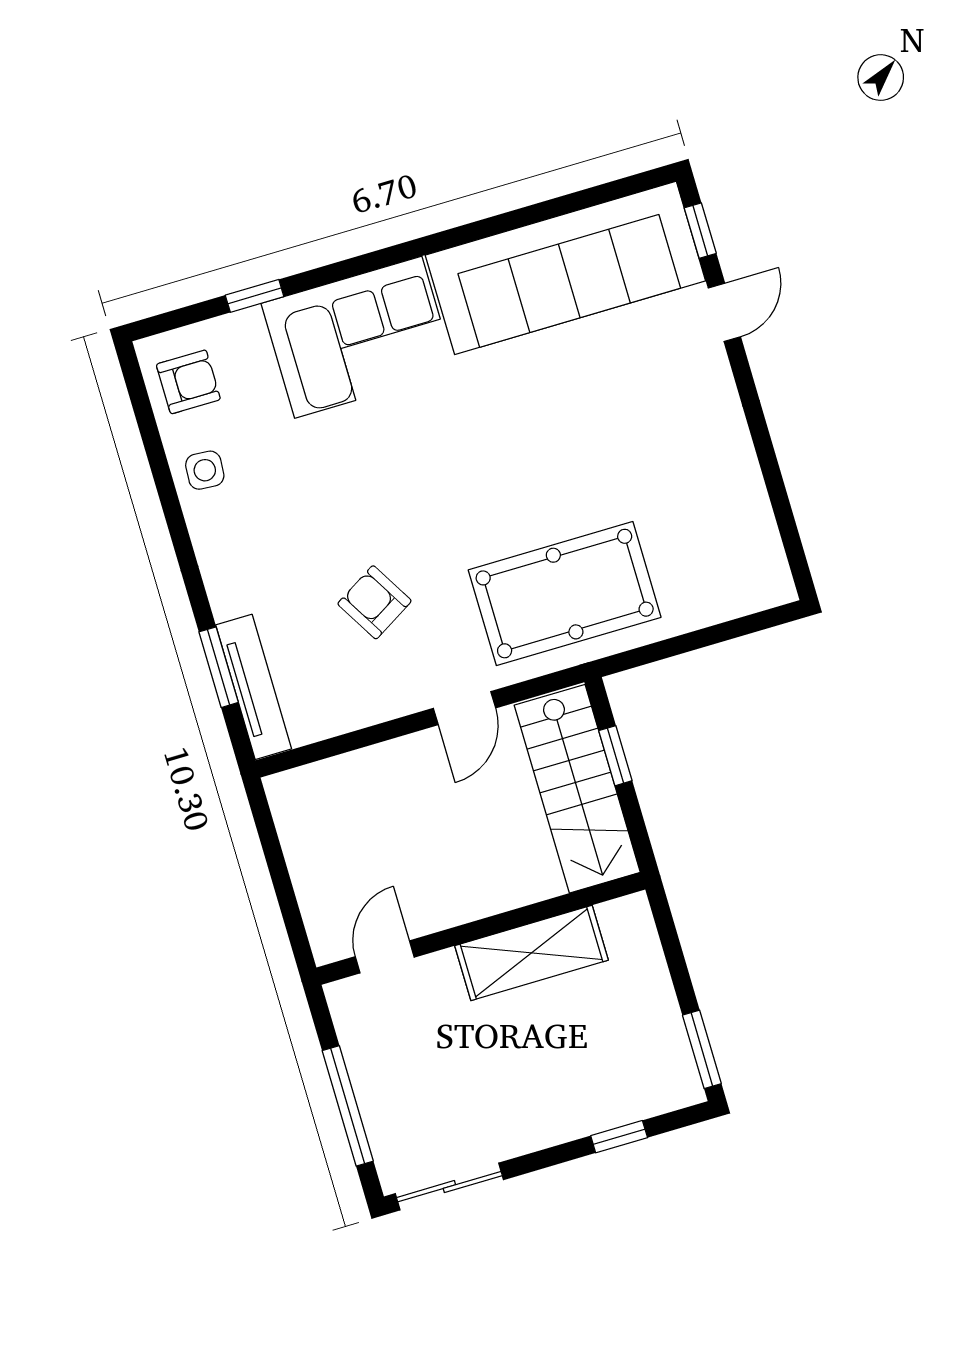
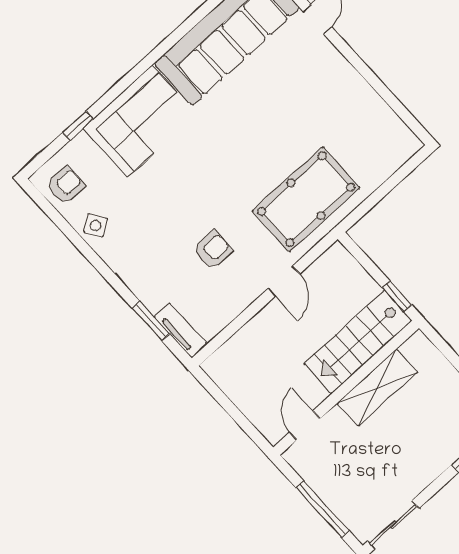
side table: (205, 470) -> (95, 225), turned -37
armchair: (374, 602) -> (213, 250), turned 121
tv unit: (254, 687) -> (181, 331), width x0.71
window: (615, 756) -> (397, 296), moved
stairs: (577, 789) -> (358, 342), moved, turned 90

